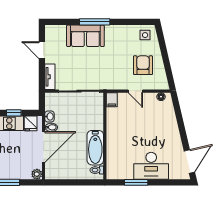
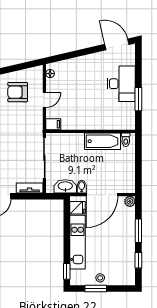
window: (14, 113) -> (67, 225), removed
washbasin: (49, 116) -> (65, 186), width x1.91, depth x1.45
door: (44, 147) -> (102, 195), swing flipped

